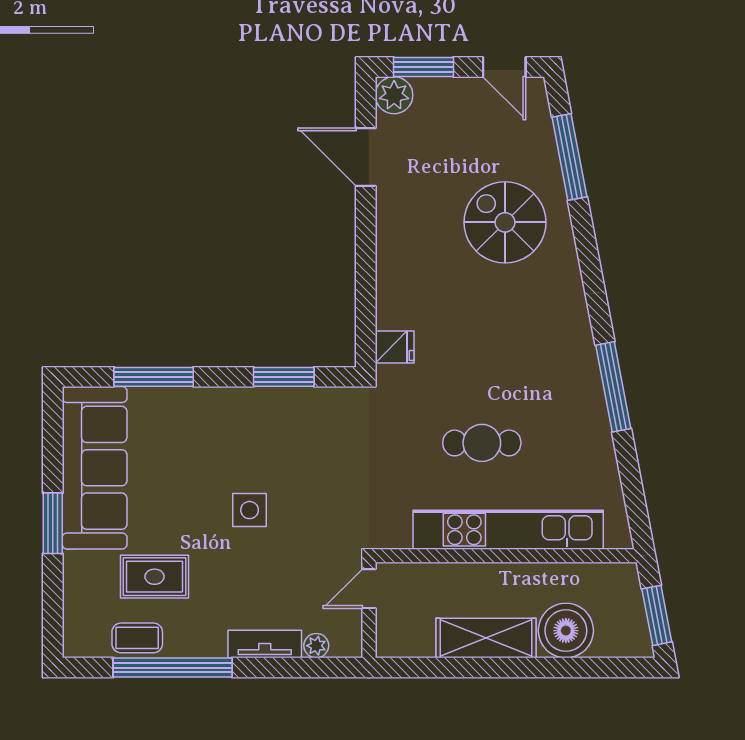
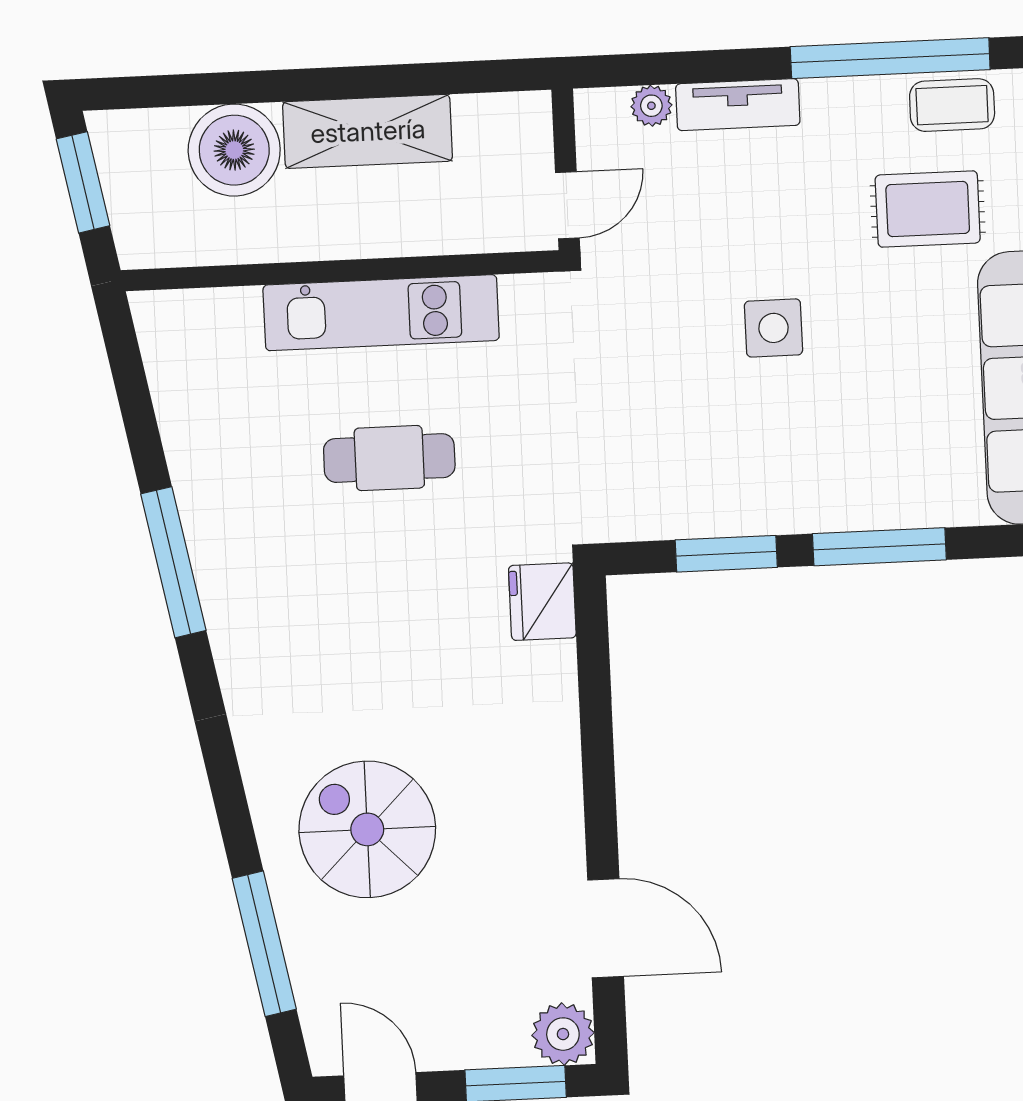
spiral stairs: (505, 222) -> (367, 829), turned 180
fridge: (395, 347) -> (542, 602), width x1.38
window: (154, 377) -> (879, 547), moved
kitchen unit: (508, 530) -> (381, 313), width x0.73

